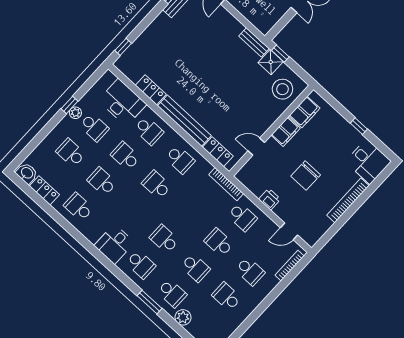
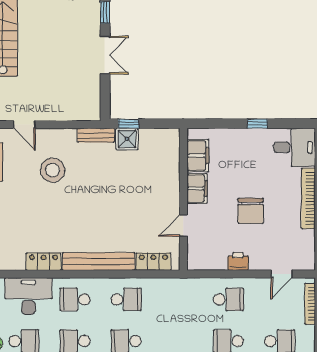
stool: (282, 89) -> (53, 170), moved
school desk: (149, 131) -> (75, 299), turned 180
bookcase: (226, 184) -> (187, 283), removed

